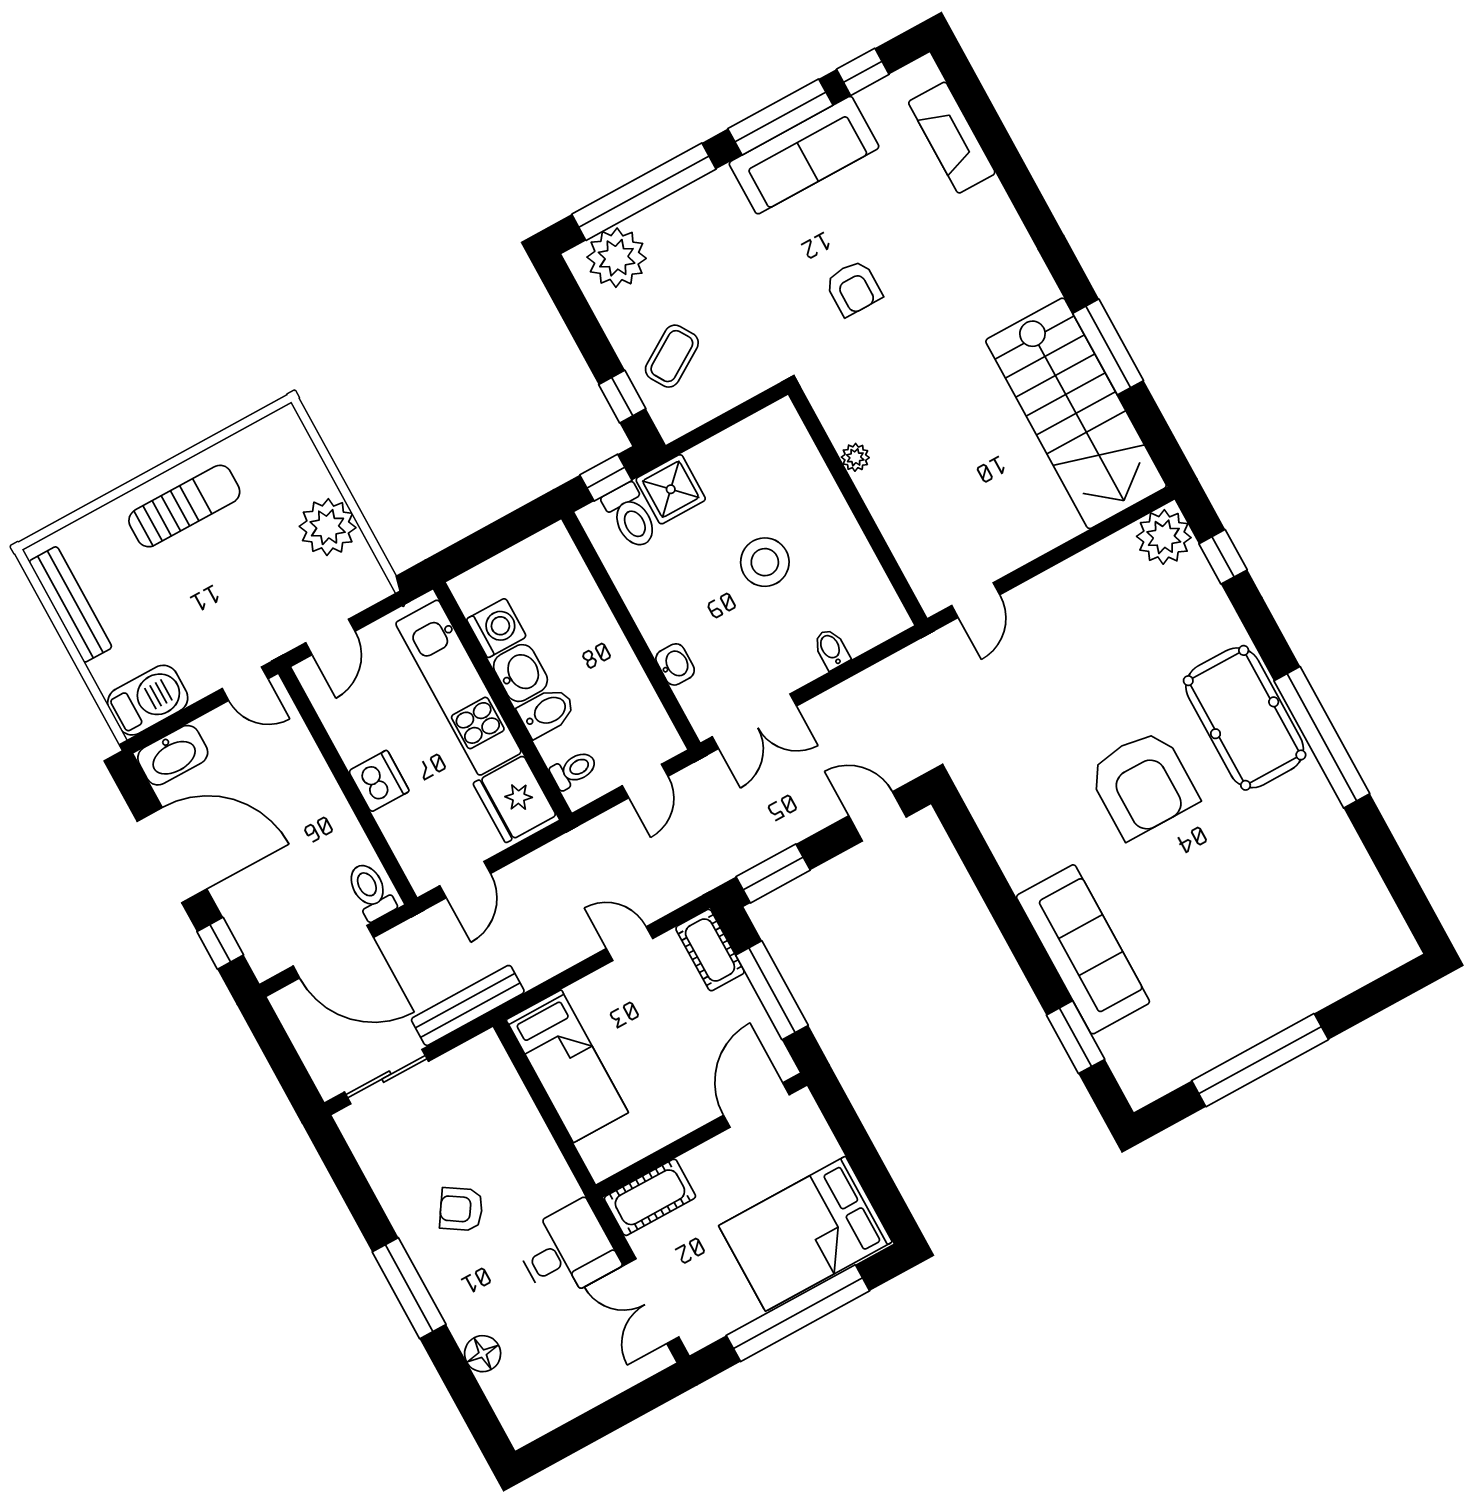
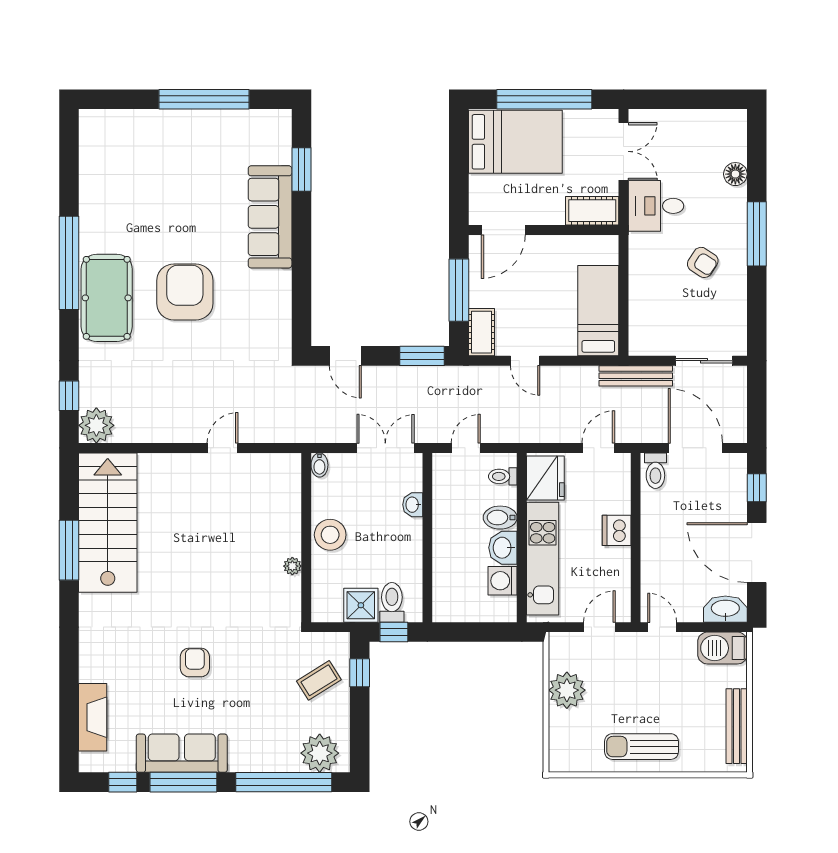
plant: (855, 457) -> (292, 566), moved
wall: (858, 506) -> (306, 538), moved

